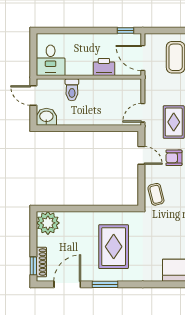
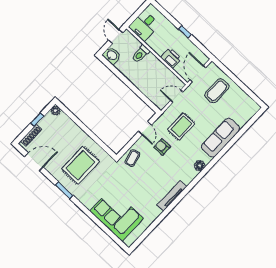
window: (126, 31) -> (185, 32), moved
door: (143, 113) -> (177, 96), moved
plant: (48, 223) -> (56, 111), width x0.53, depth x0.53
window: (33, 266) -> (37, 120), moved
window: (105, 284) -> (64, 190), moved

